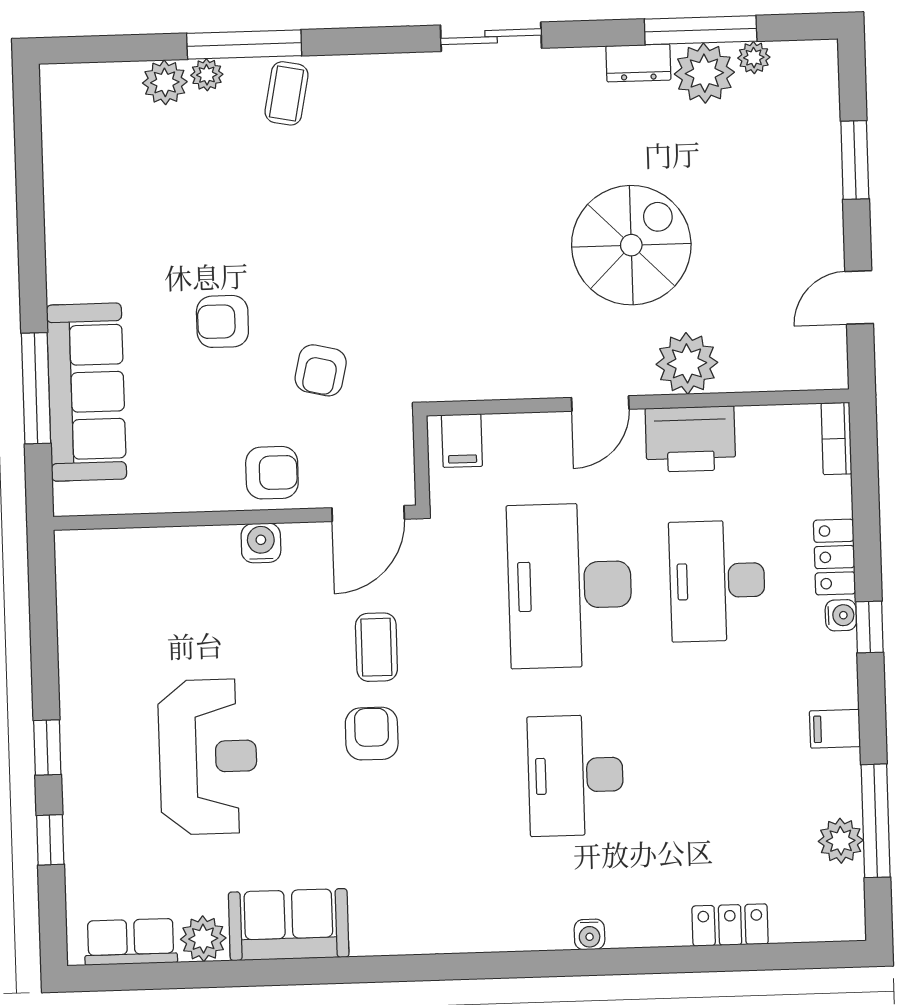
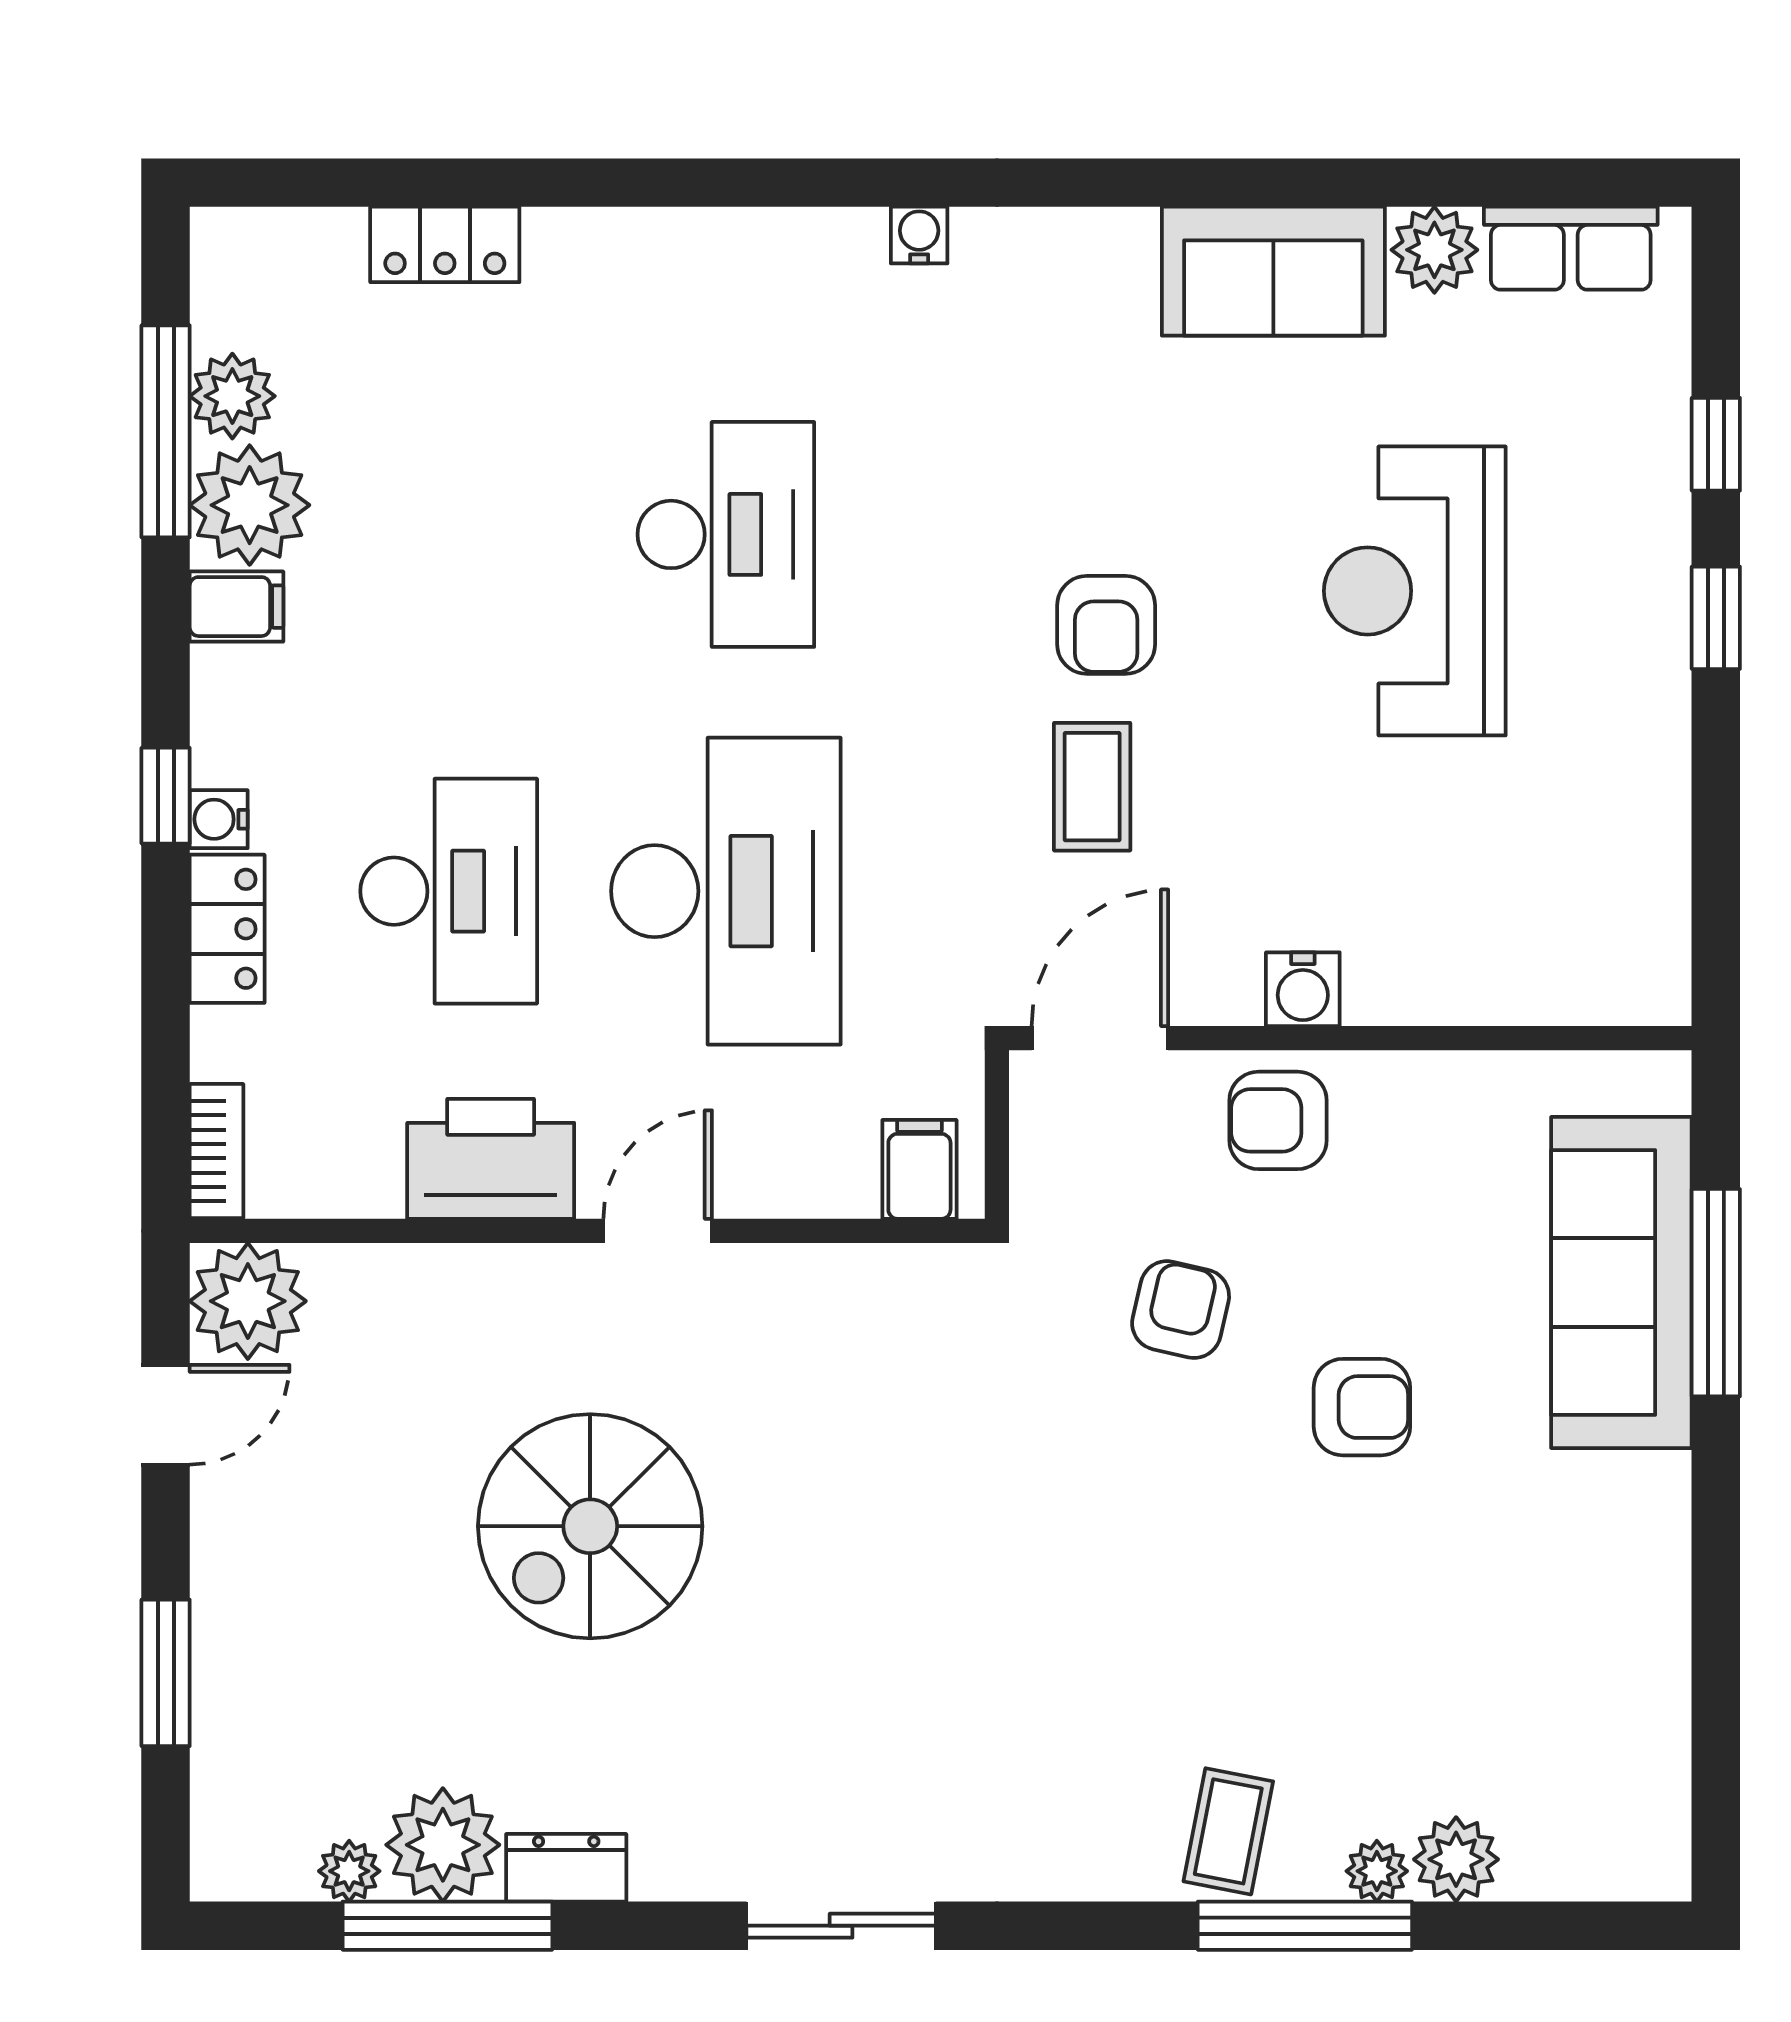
plant: (687, 363) -> (248, 1301), moved
plant: (830, 783) -> (250, 505), added
water cooler: (589, 934) -> (919, 235), moved

